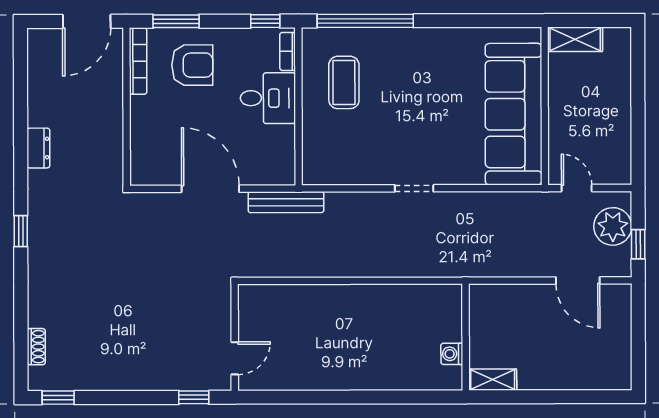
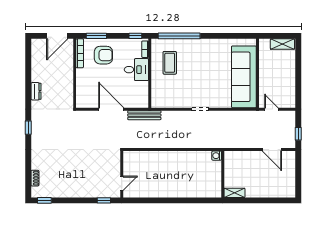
shelving: (575, 39) -> (282, 44), moved
plant: (613, 226) -> (287, 126), removed
washing machine: (452, 354) -> (217, 156), moved

